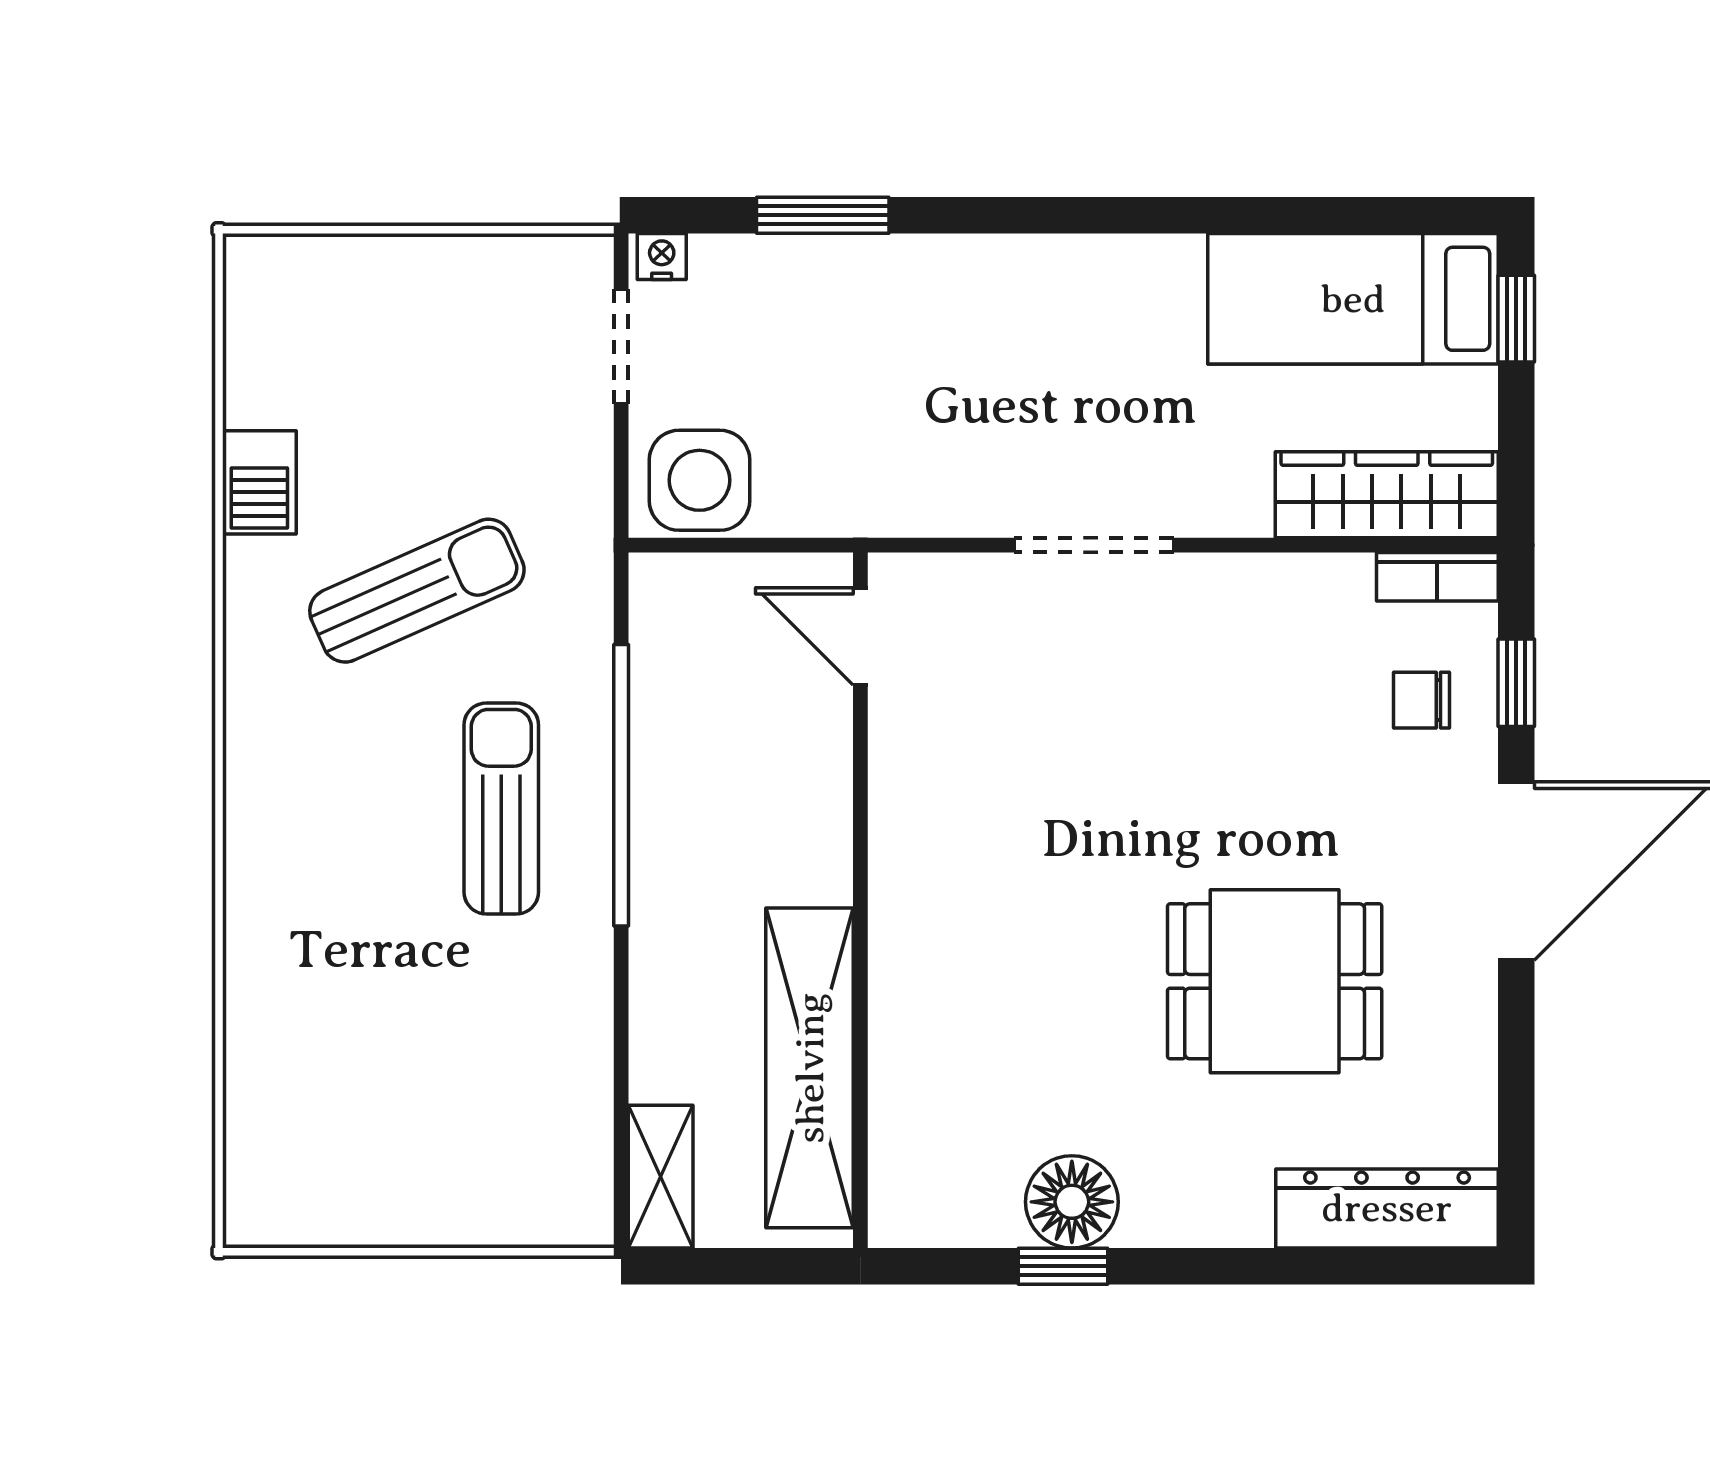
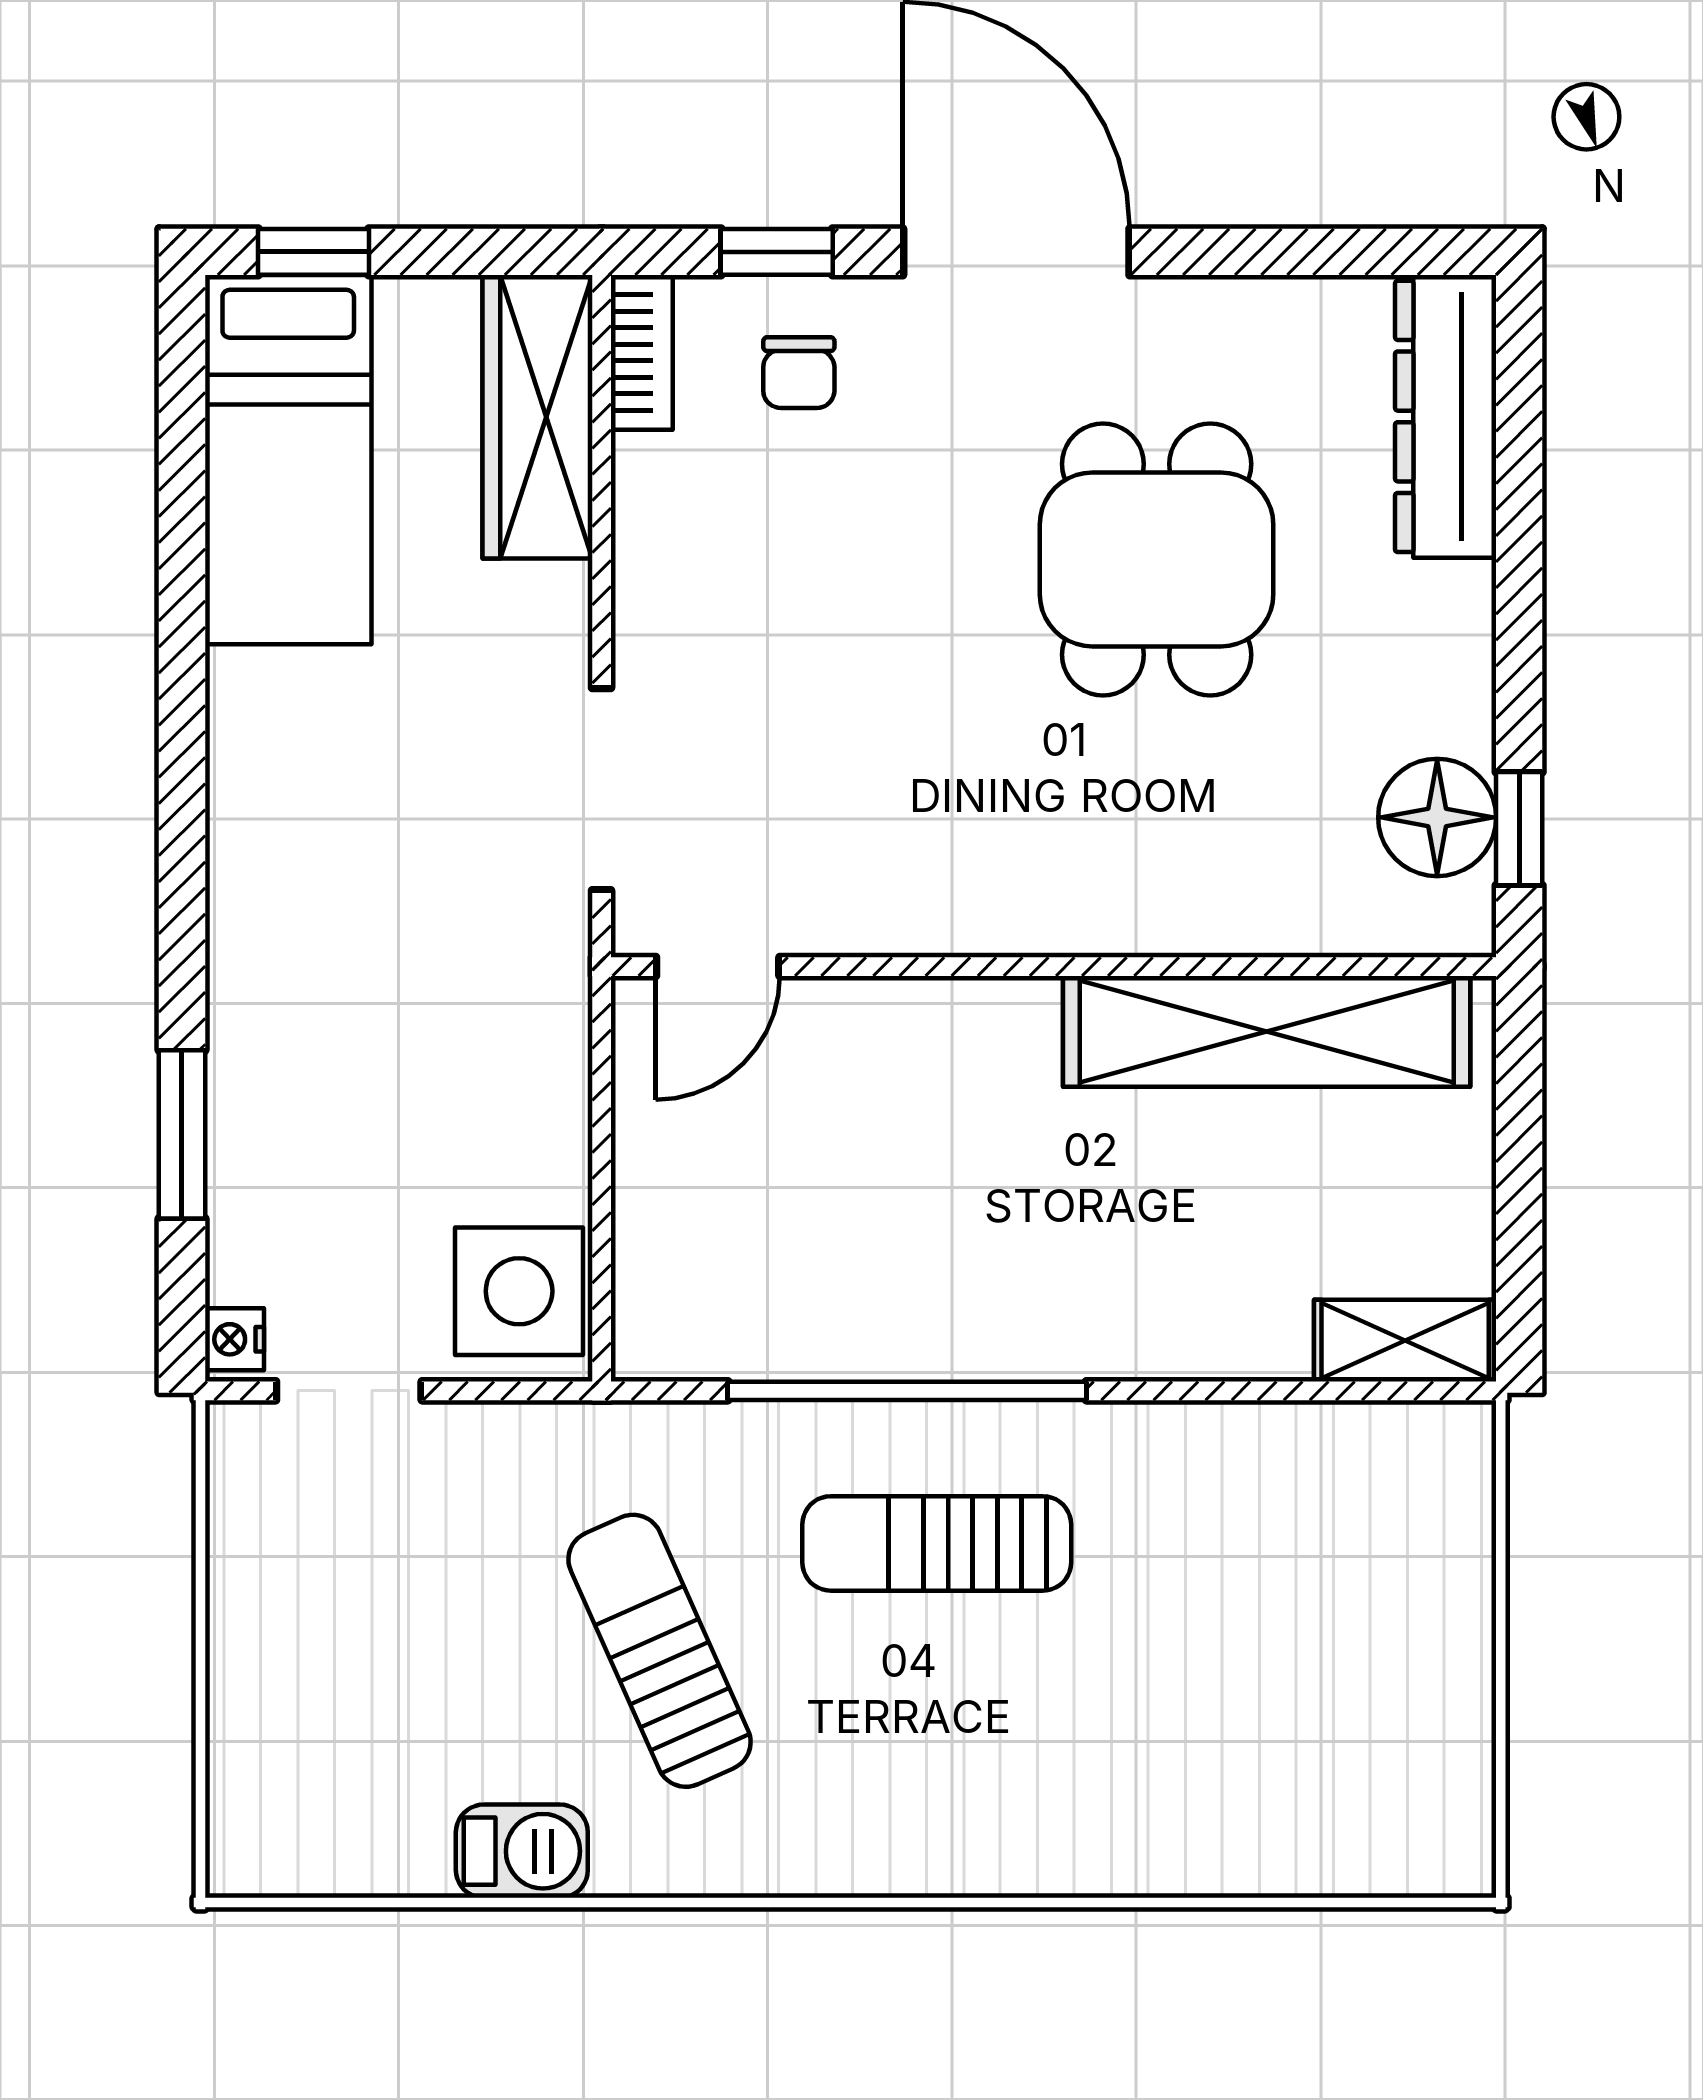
door: (860, 636) -> (718, 967), moved
wall: (860, 900) -> (1053, 967), moved
shelving: (810, 1068) -> (1267, 1031), moved

